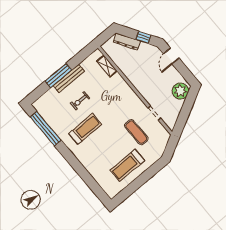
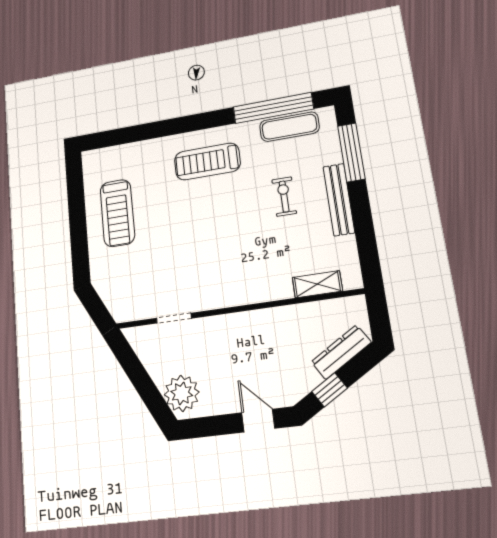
window: (58, 75) -> (351, 152), moved
treadmill: (85, 129) -> (207, 161), moved, turned 90
exercise mat: (136, 132) -> (289, 127), moved
treadmill: (127, 165) -> (117, 213), turned 180

